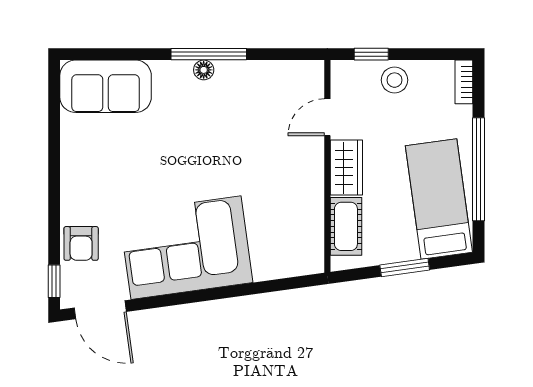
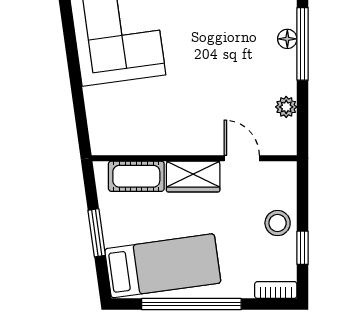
window: (371, 54) -> (303, 248), moved
plant: (274, 71) -> (286, 107), added

